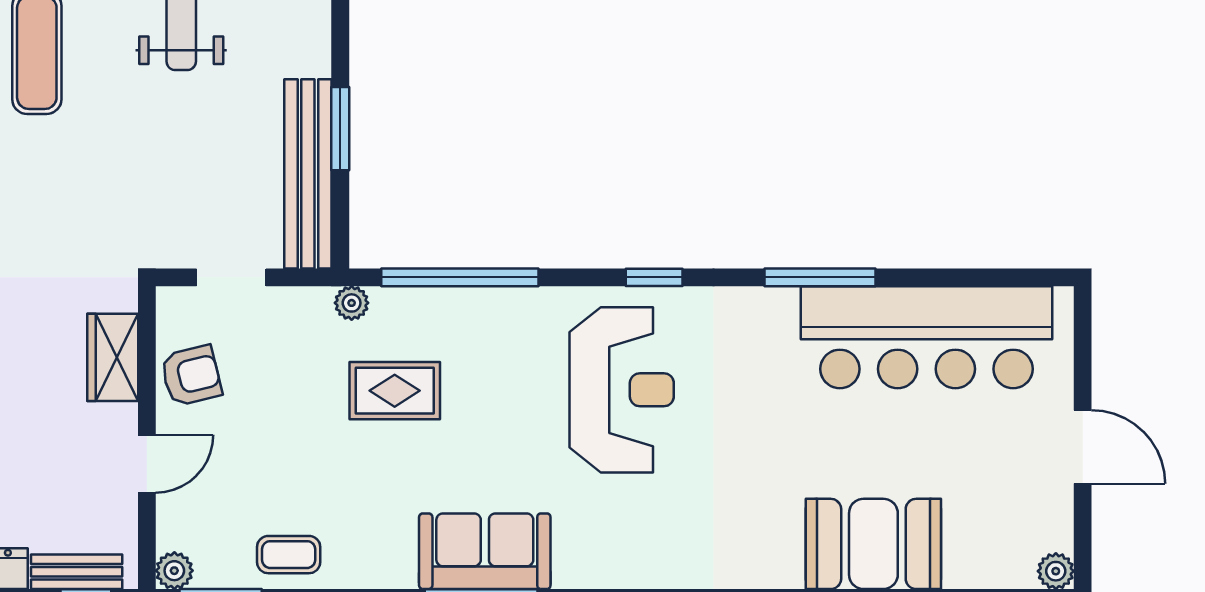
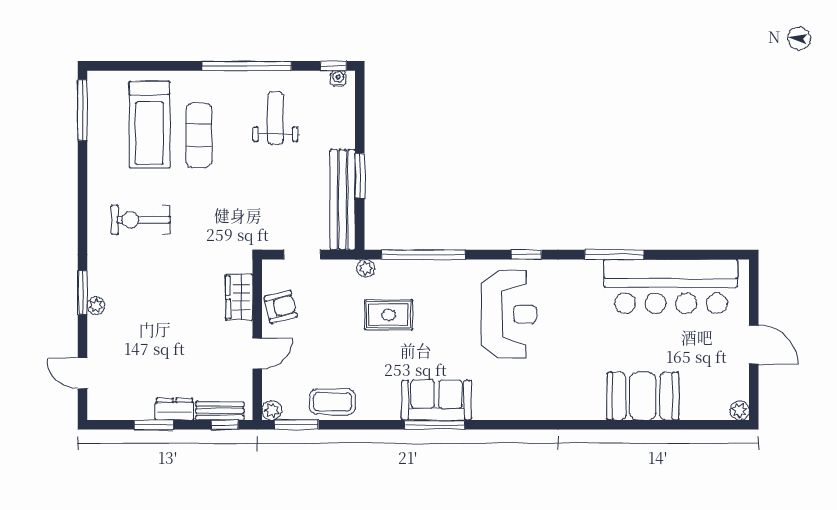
coffee table: (289, 555) -> (332, 402), width x1.36, depth x1.30

